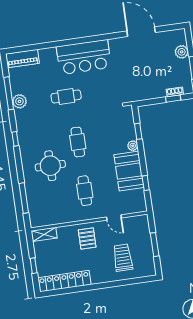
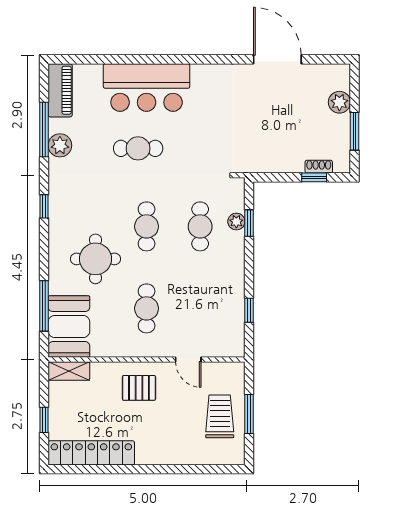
bar counter: (84, 57) -> (147, 87), moved
piano: (22, 59) -> (60, 90), moved, turned -90
cafe table: (110, 137) -> (200, 226), added
plant: (133, 146) -> (236, 222), moved
booth: (129, 171) -> (69, 327), moved
pallet: (87, 238) -> (139, 388), turned 90
trolley: (123, 258) -> (220, 416), moved

